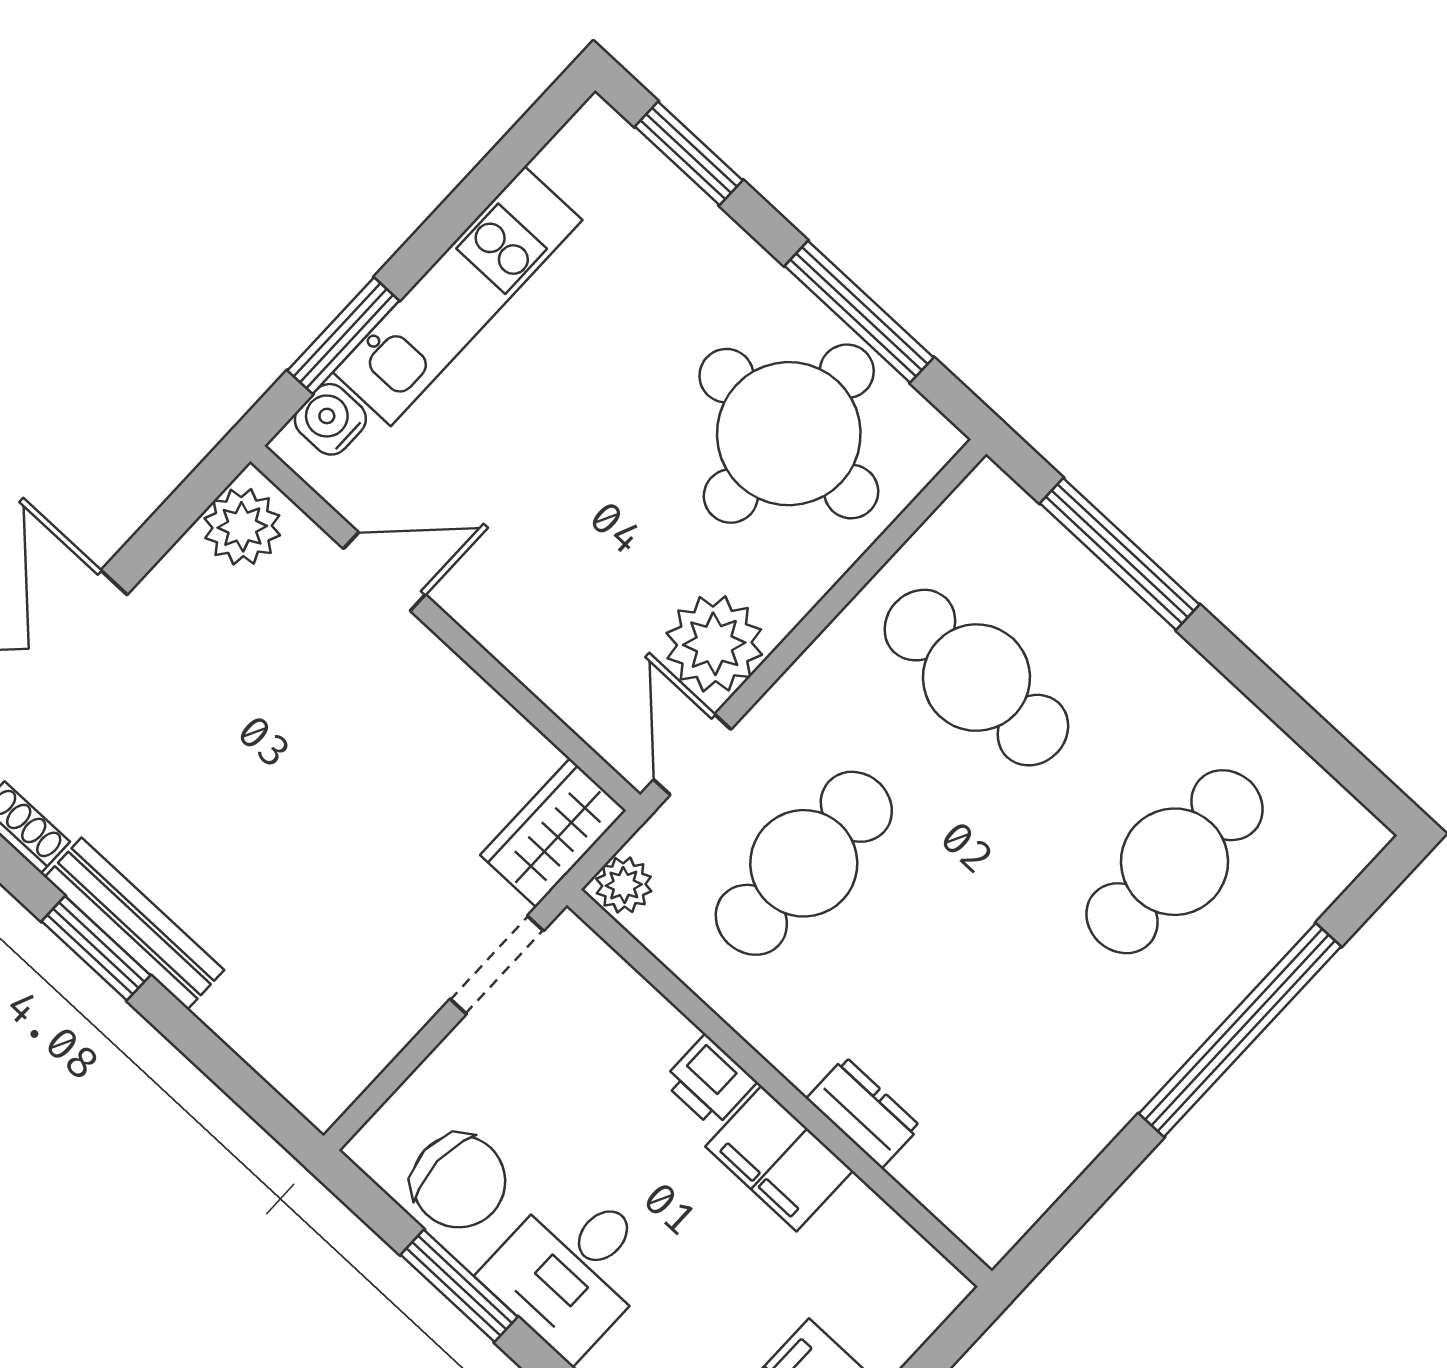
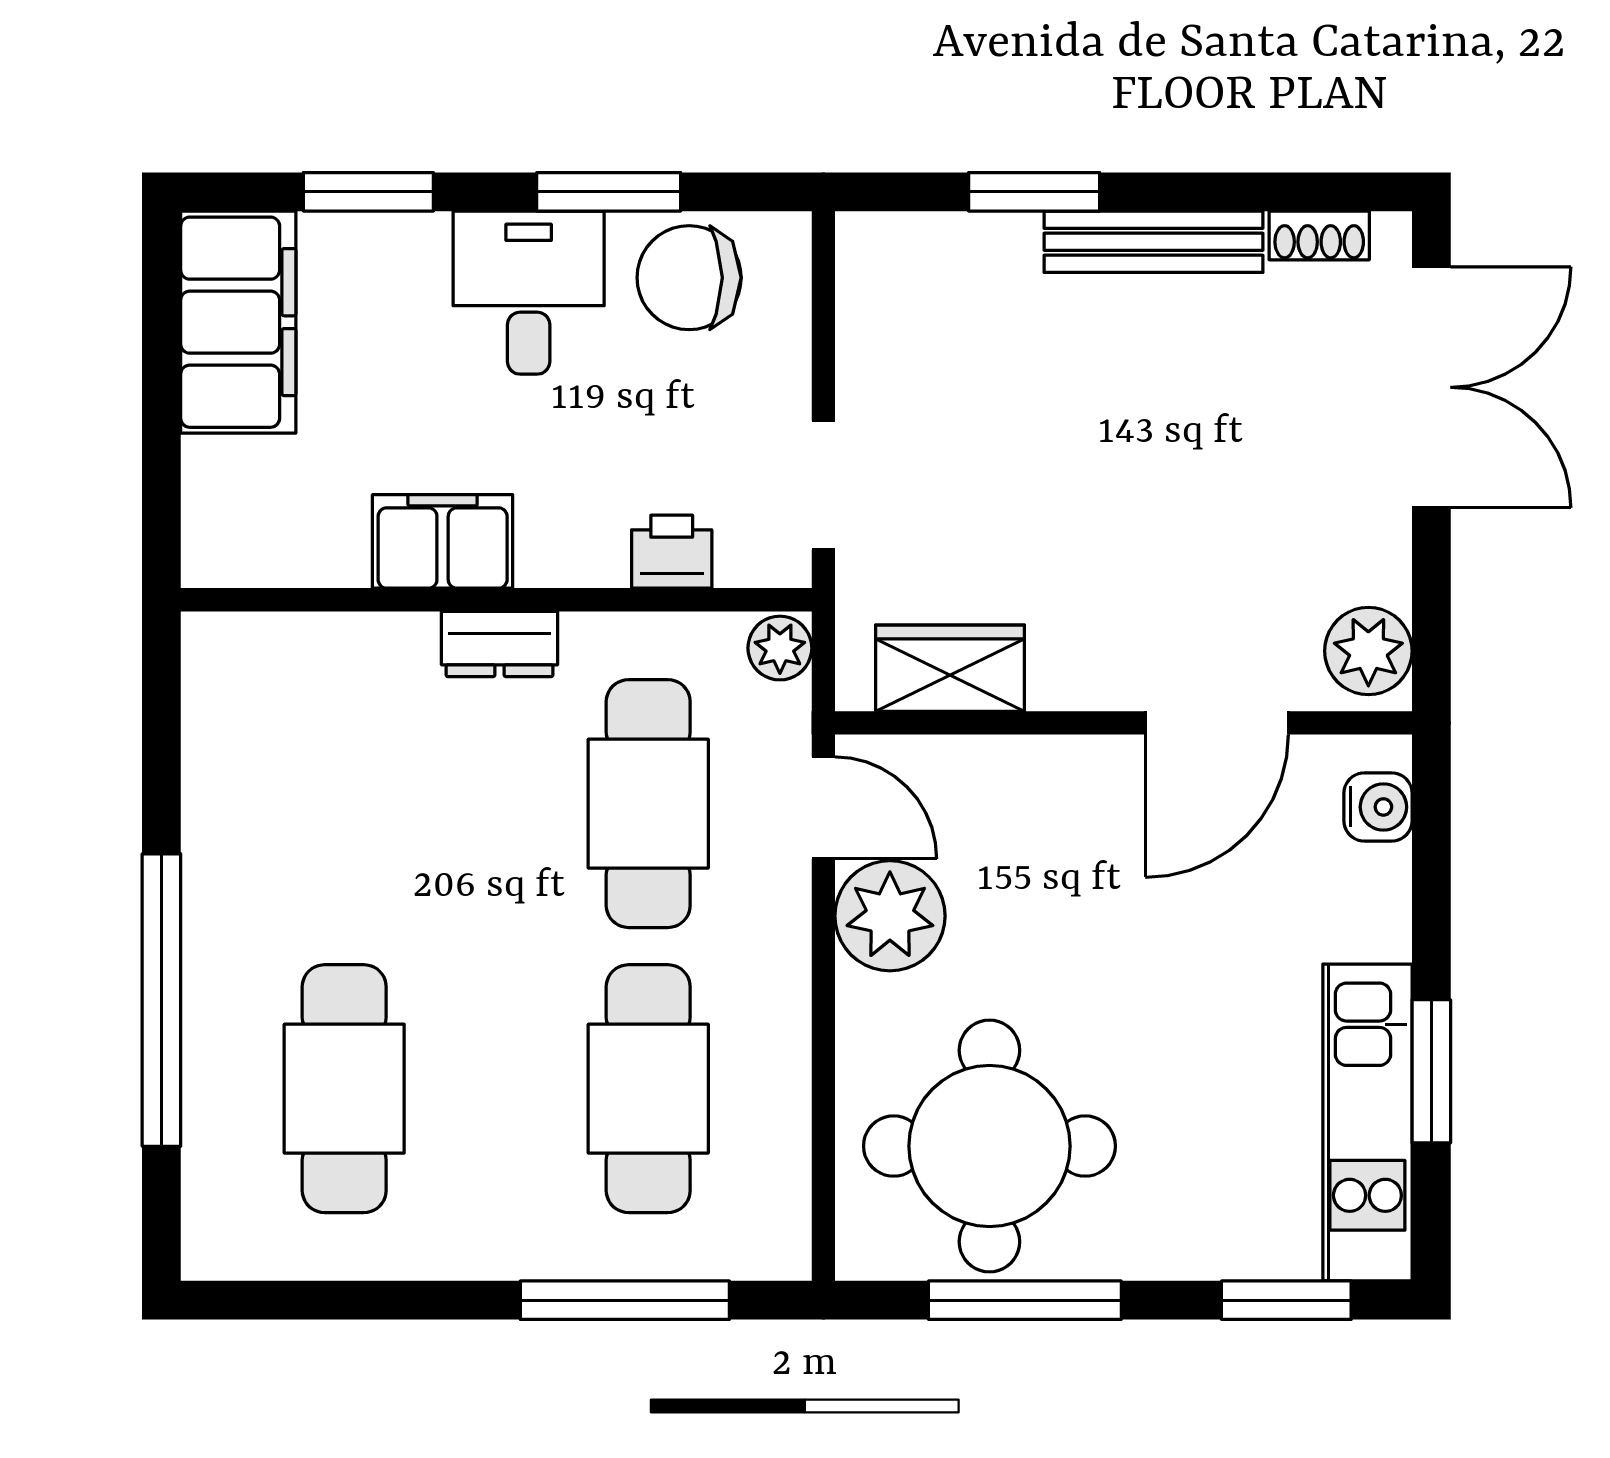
kitchen unit: (458, 296) -> (1367, 1122), moved
window: (343, 336) -> (1431, 1071), moved
door: (384, 572) -> (1217, 723), width x1.38
cafe table: (976, 678) -> (648, 1089), turned 90
wardrobe: (553, 833) -> (950, 668), moved, turned -90
window: (96, 948) -> (1034, 192), moved
printer: (709, 1081) -> (672, 552), moved
dresser: (863, 1113) -> (500, 644), moved

